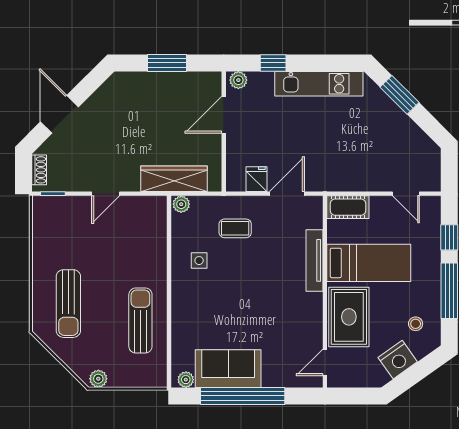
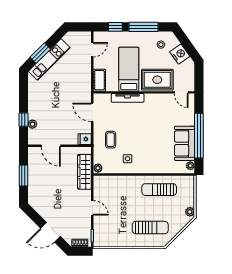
plant: (238, 80) -> (32, 124), moved
kitchen unit: (319, 84) -> (49, 59), moved, turned 45
fridge: (256, 179) -> (85, 139), moved

